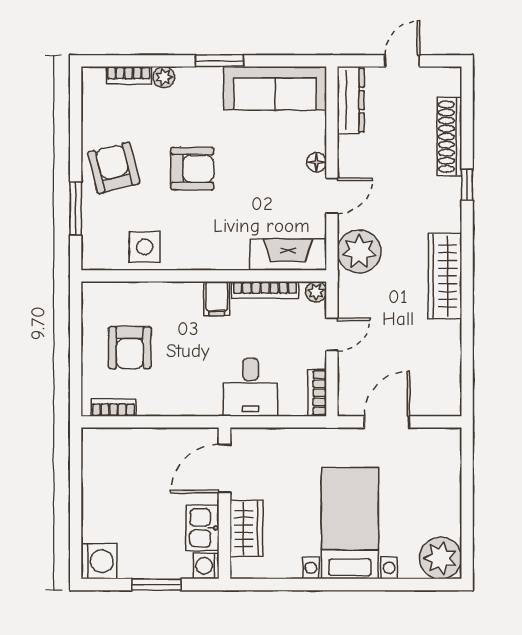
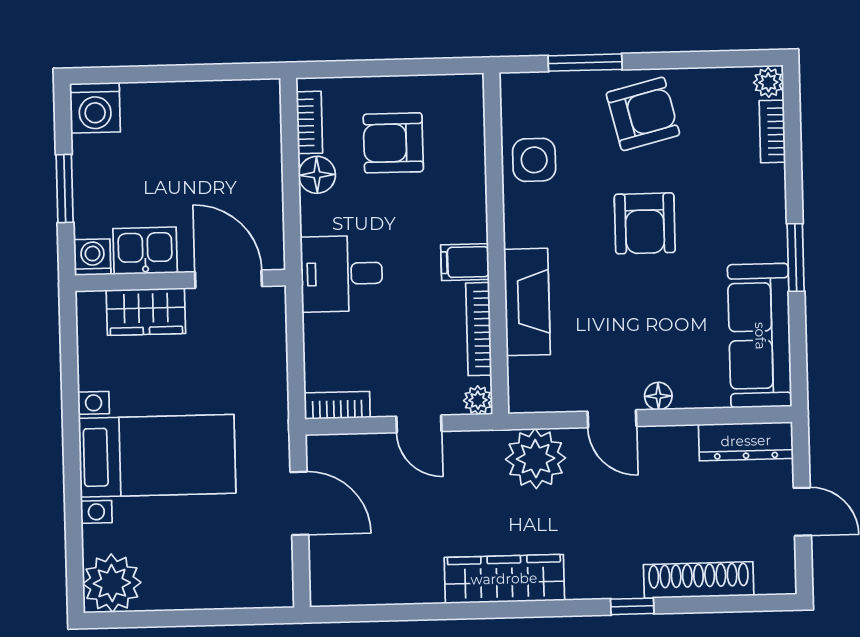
plant: (164, 77) -> (768, 82), moved
fireplace: (288, 255) -> (527, 302), moved
desk: (250, 387) -> (342, 274), moved
floor lamp: (151, 403) -> (317, 175), added

